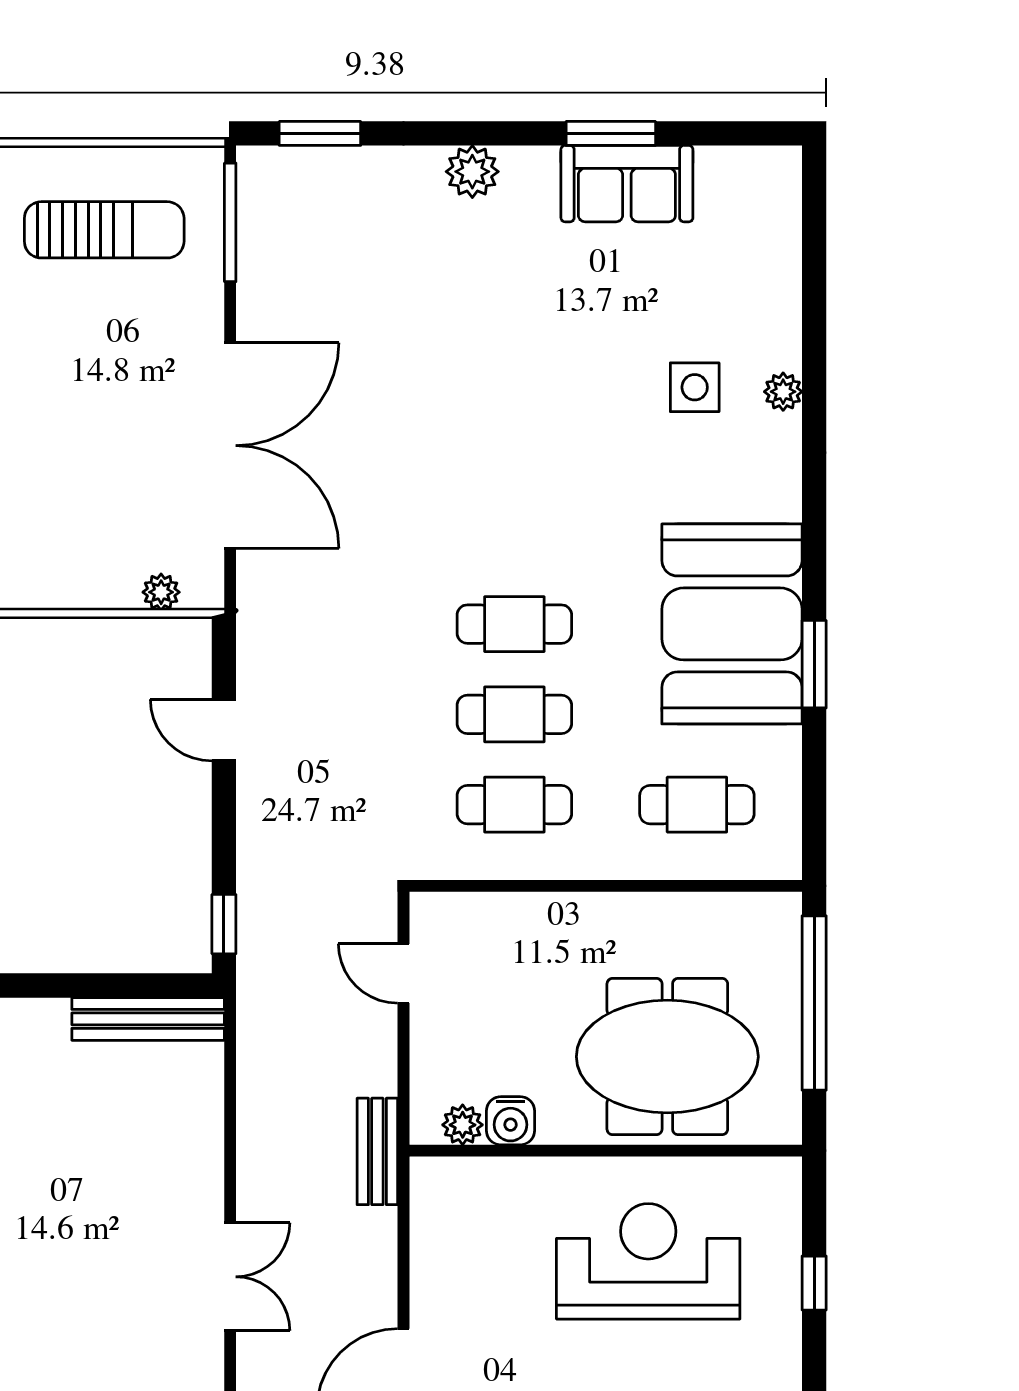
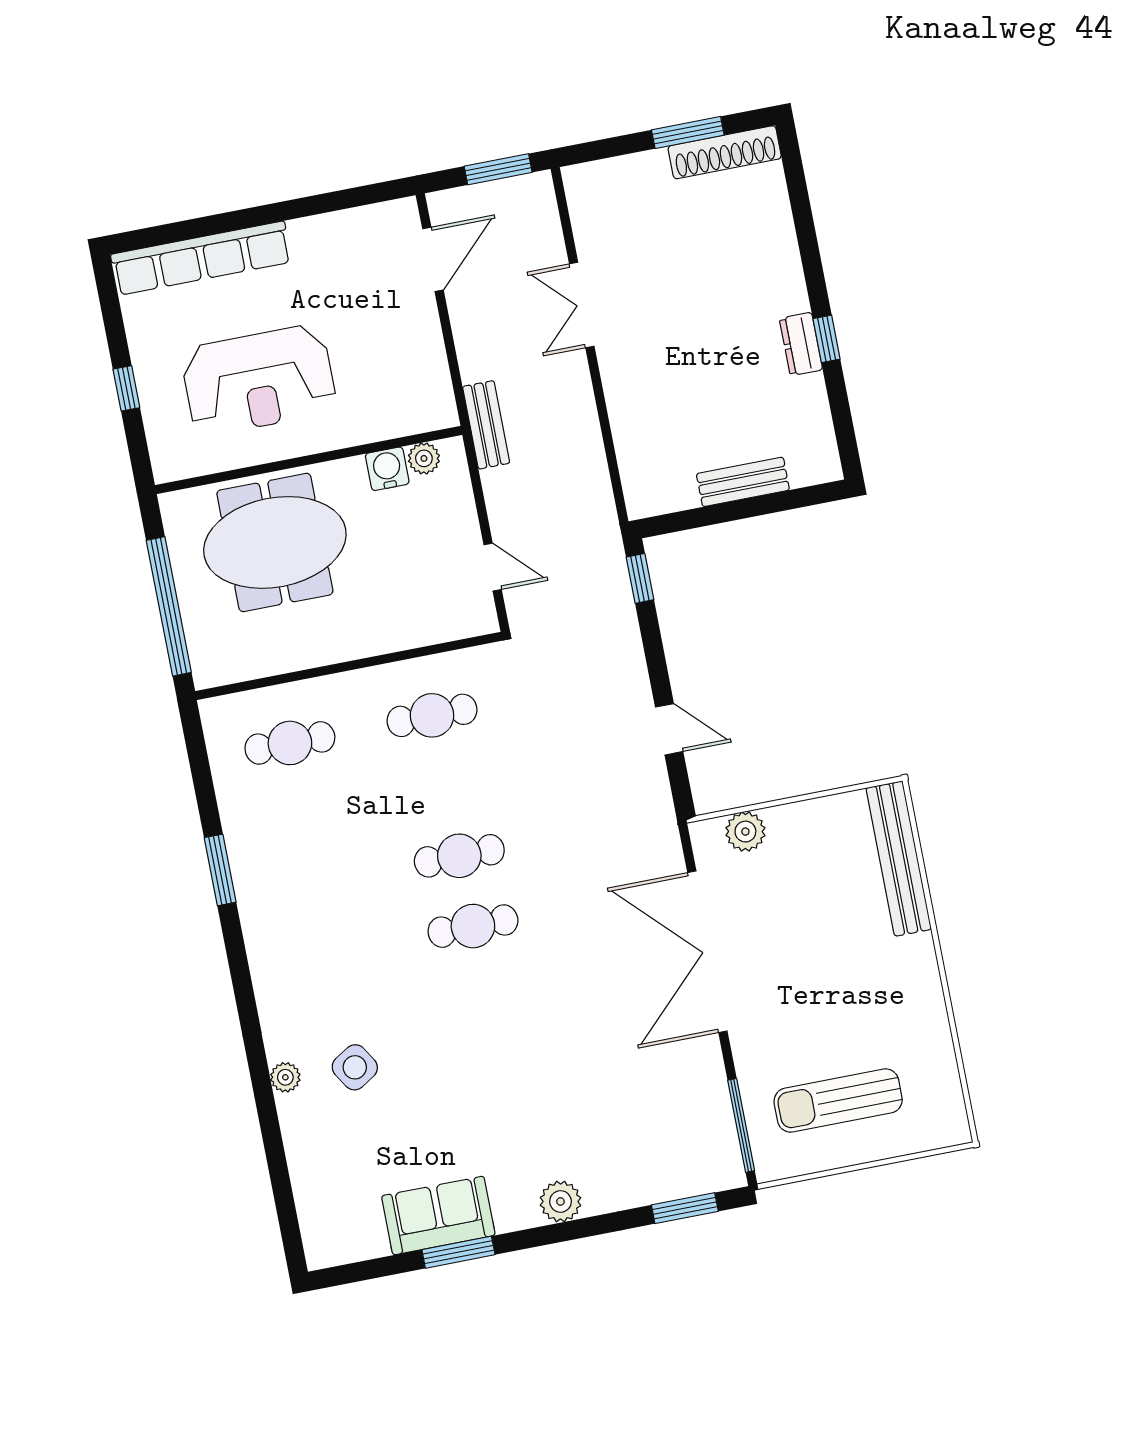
side table: (695, 387) -> (355, 1067), turned -32
plant: (161, 592) -> (745, 832), width x1.38, depth x1.38
booth: (732, 624) -> (290, 889), removed
cafe table: (514, 714) -> (473, 926), moved
bench: (148, 1019) -> (743, 482), moved, width x0.73

